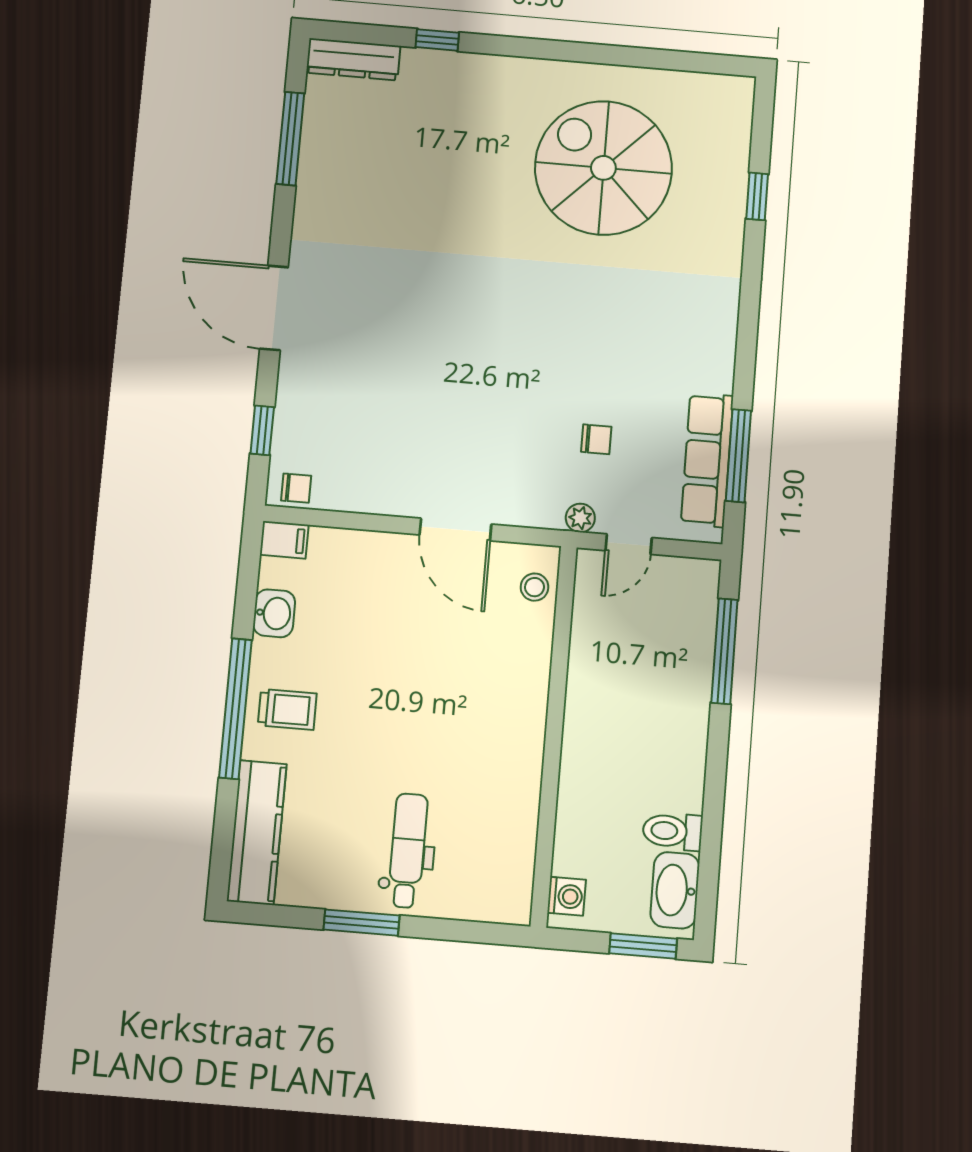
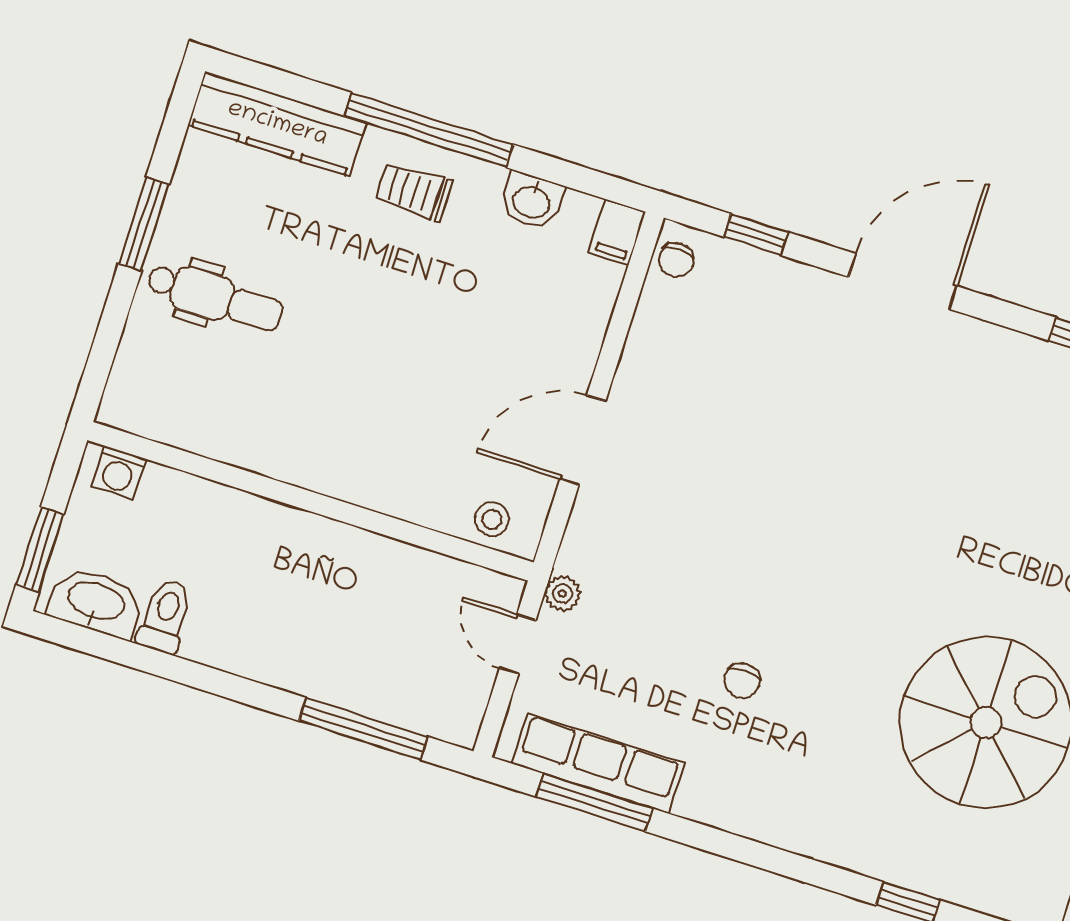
chair: (596, 439) -> (742, 681), moved
trolley: (287, 709) -> (414, 191), turned 90

